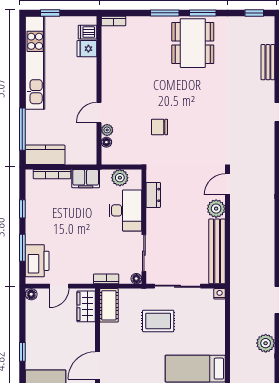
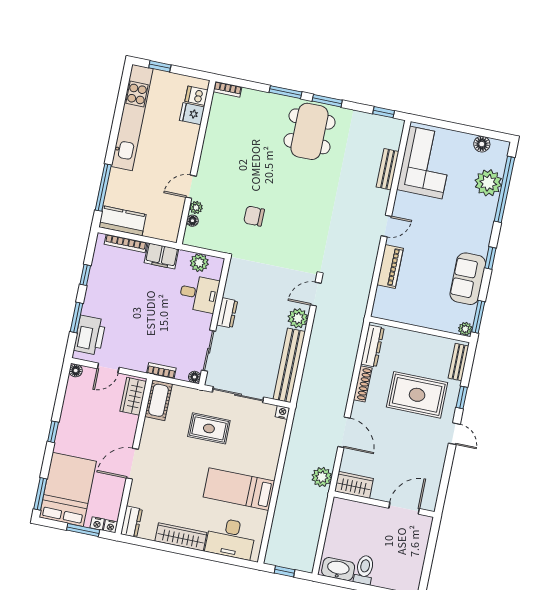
dresser: (153, 195) -> (227, 313), moved
desk: (125, 210) -> (199, 294), width x0.73

